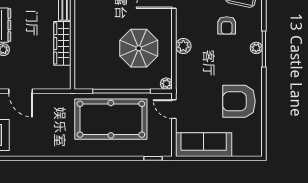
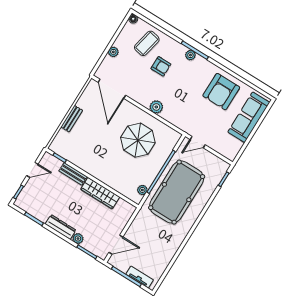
plant: (166, 84) -> (142, 190), moved
sofa: (204, 145) -> (249, 117), moved

